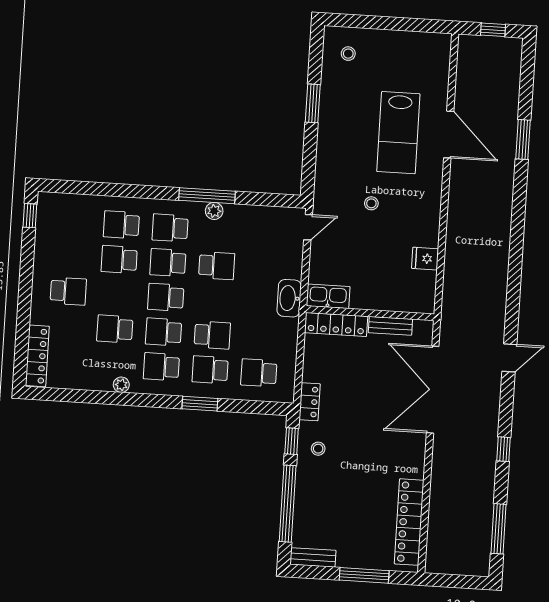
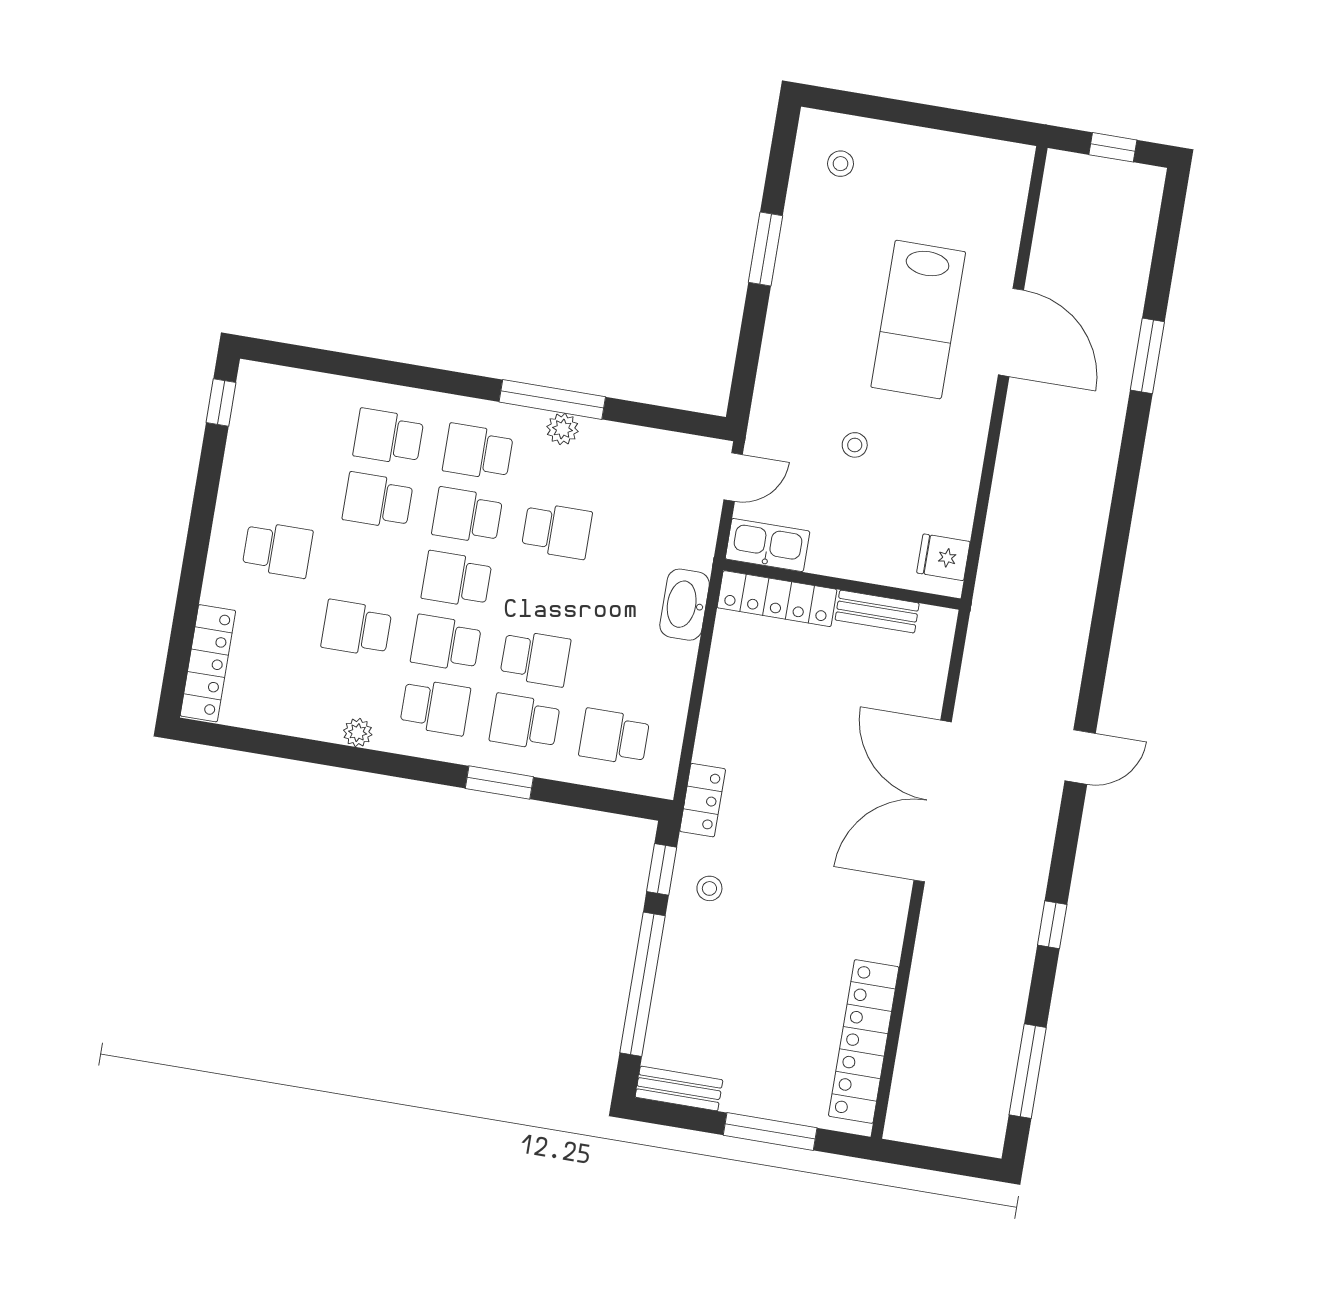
kitchen sink: (328, 296) -> (768, 545), moved
wall: (370, 313) -> (842, 584), moved
locker: (336, 324) -> (777, 599), moved
bench: (390, 326) -> (877, 612), moved
school desk: (161, 367) -> (435, 707), turned 180

